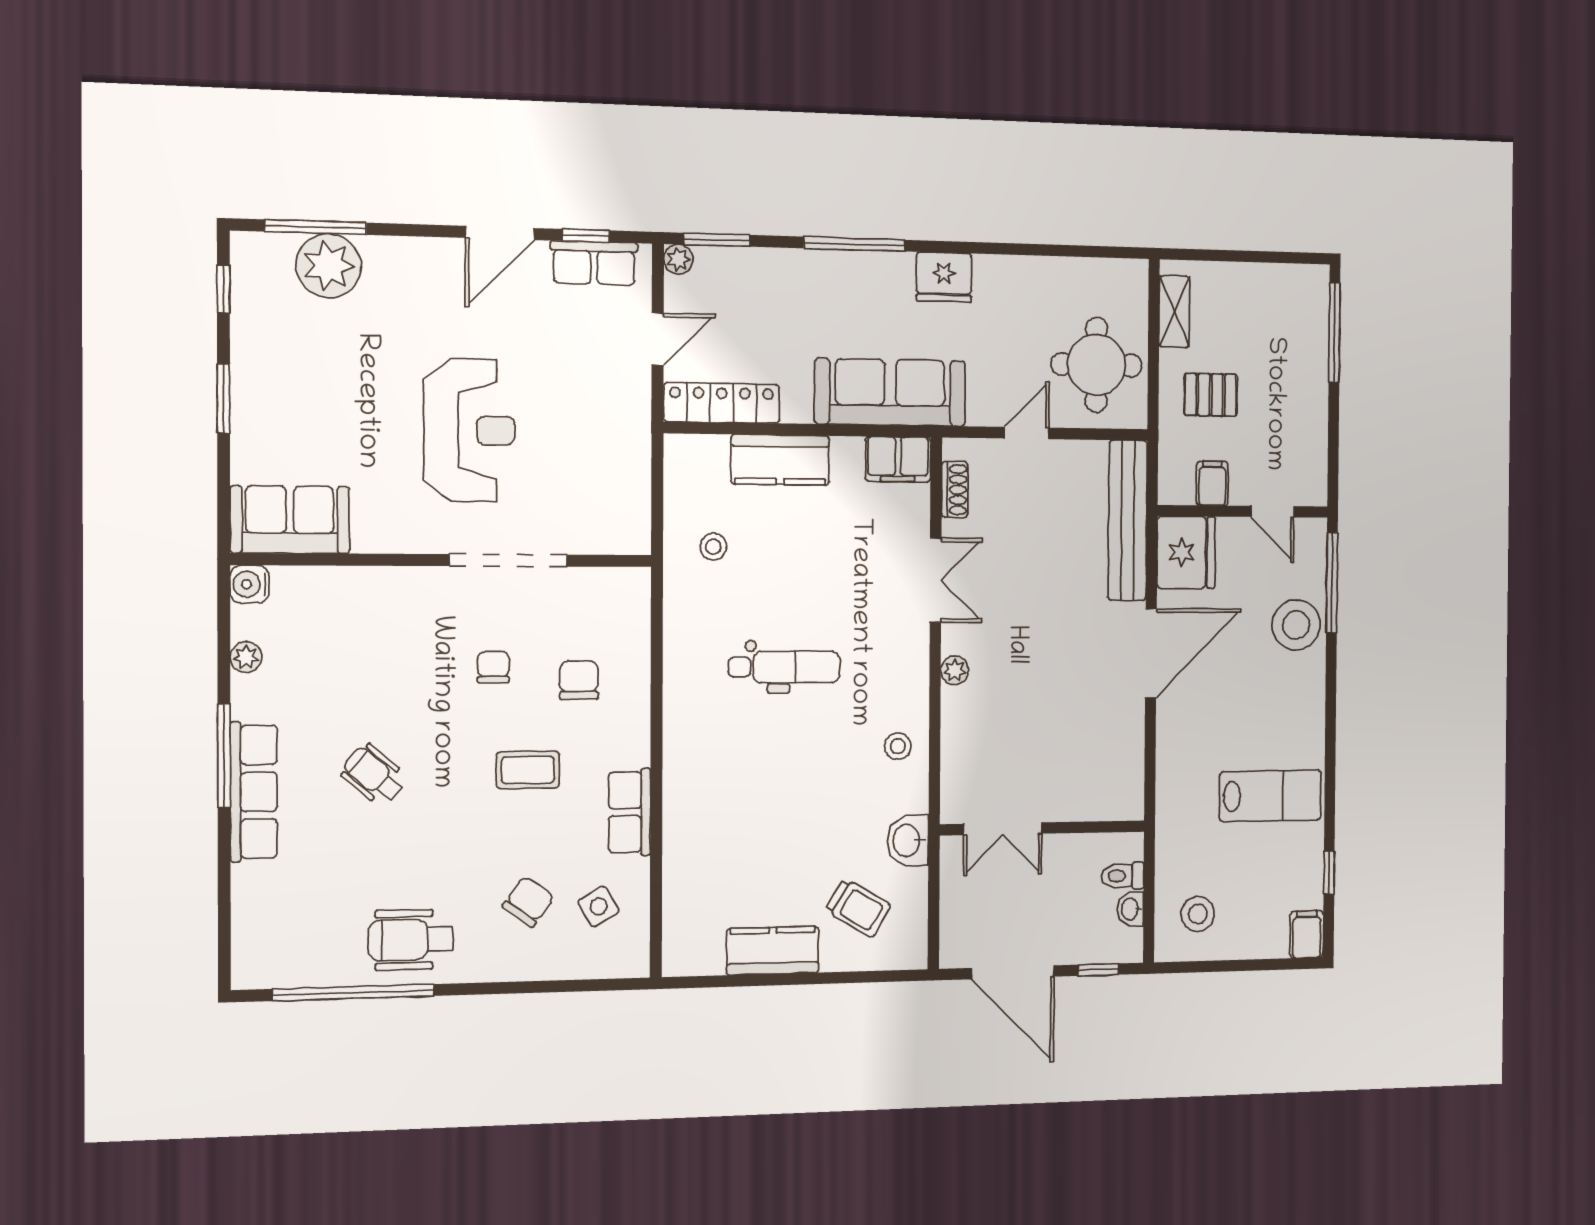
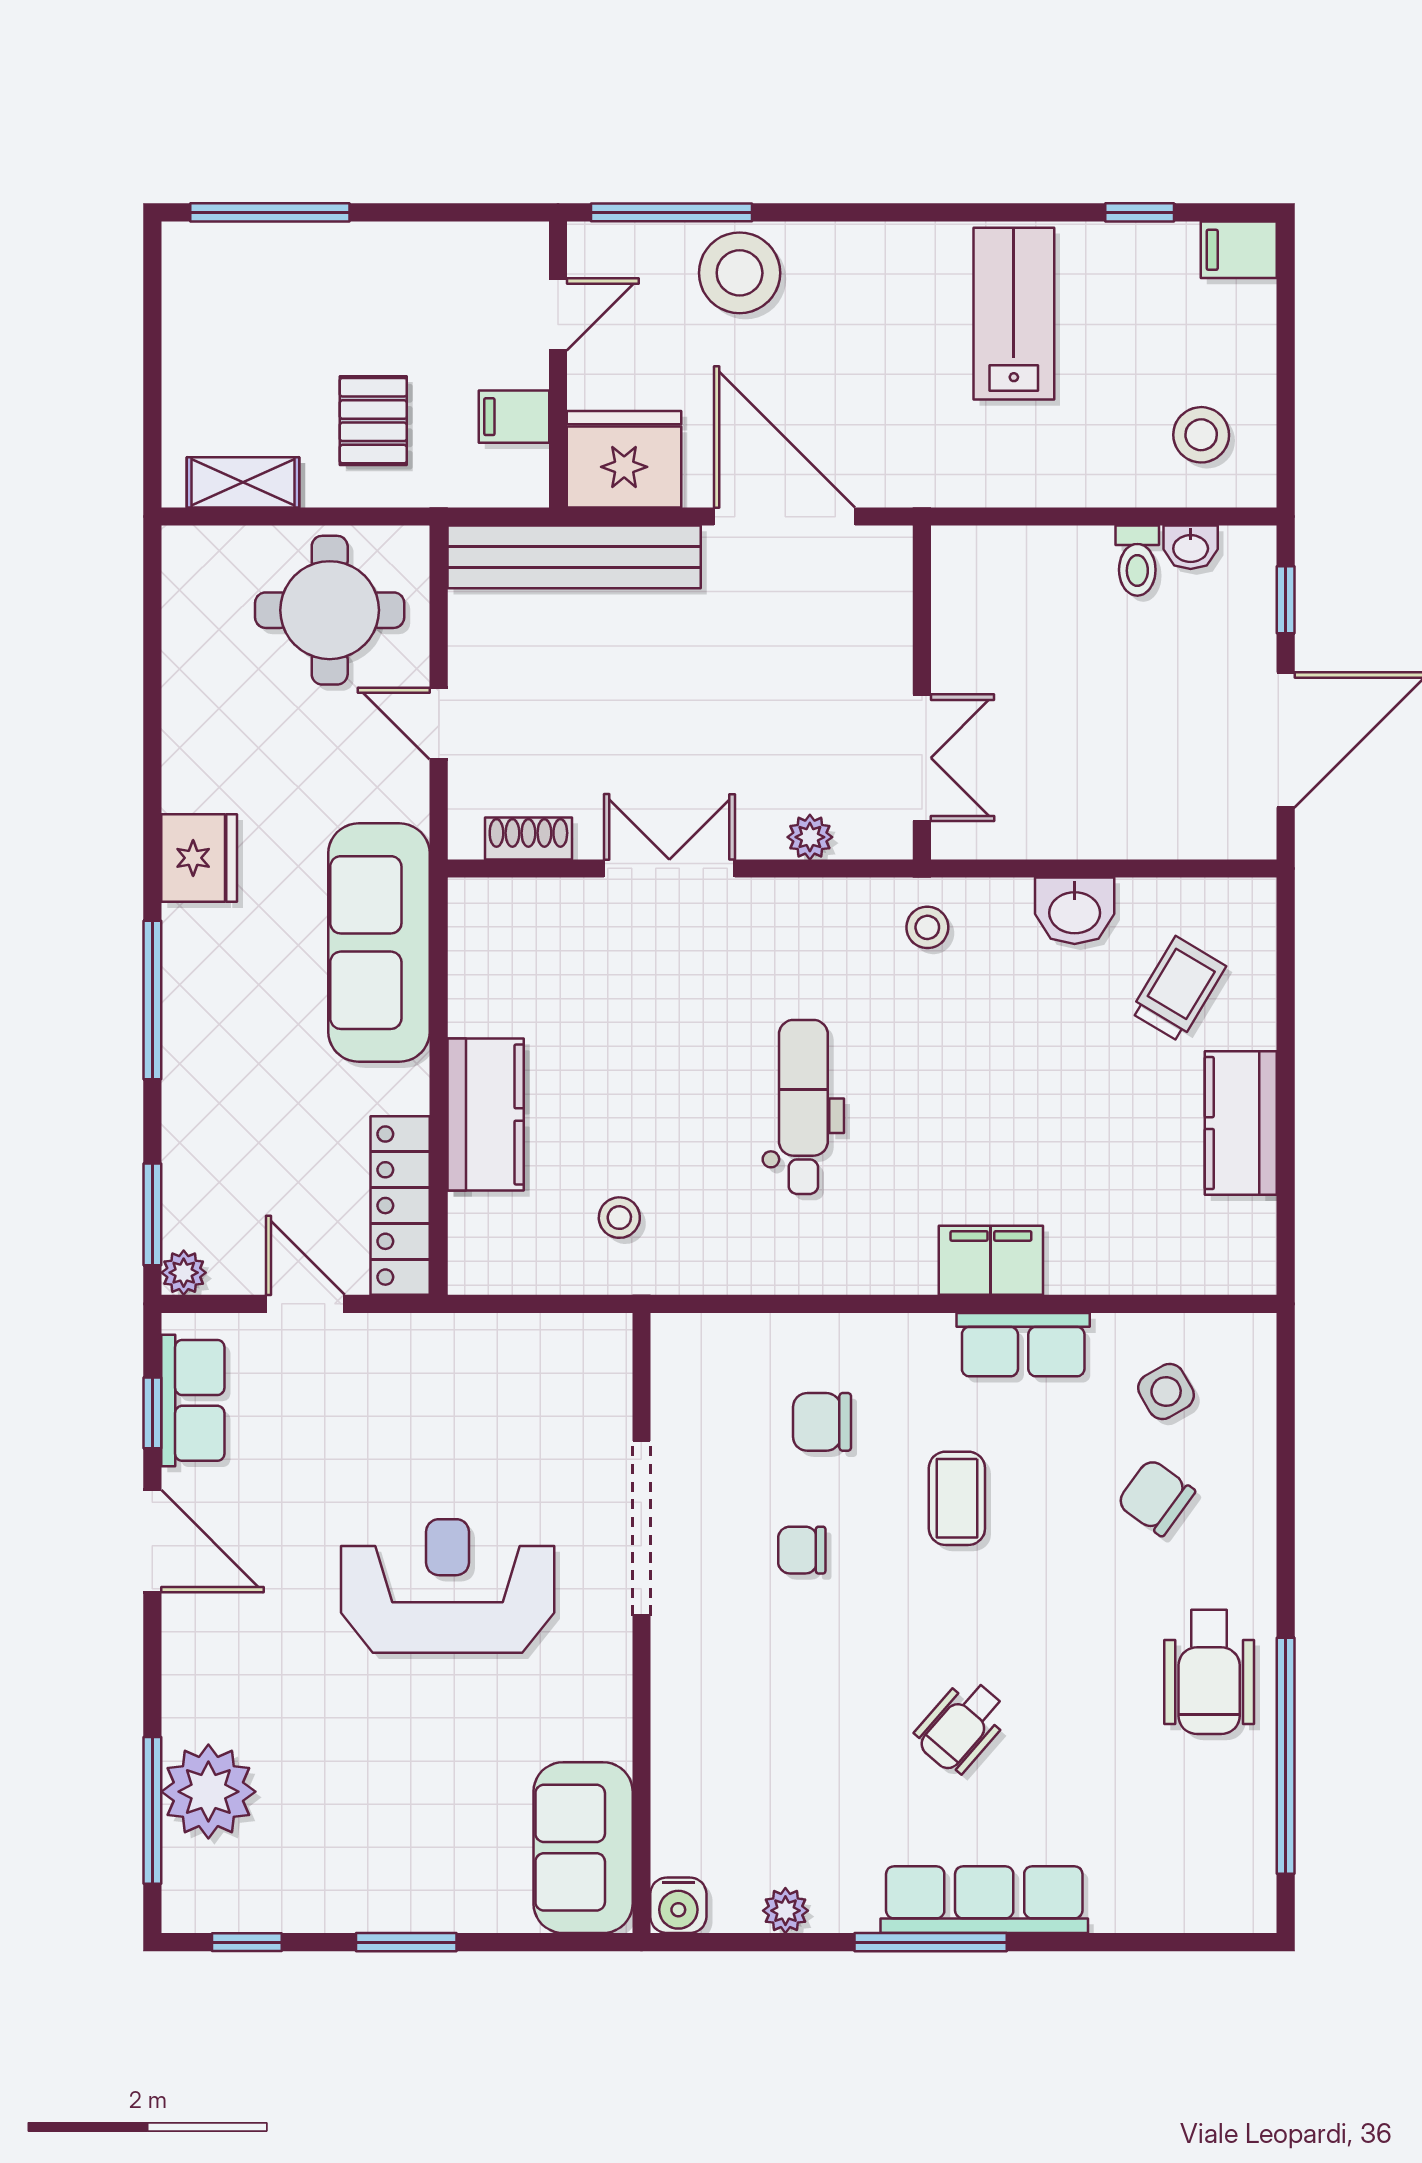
filing cabinet: (898, 459) -> (991, 1260), moved, turned -90
wall: (1043, 828) -> (922, 693), moved
double door: (1003, 829) -> (922, 758), moved

